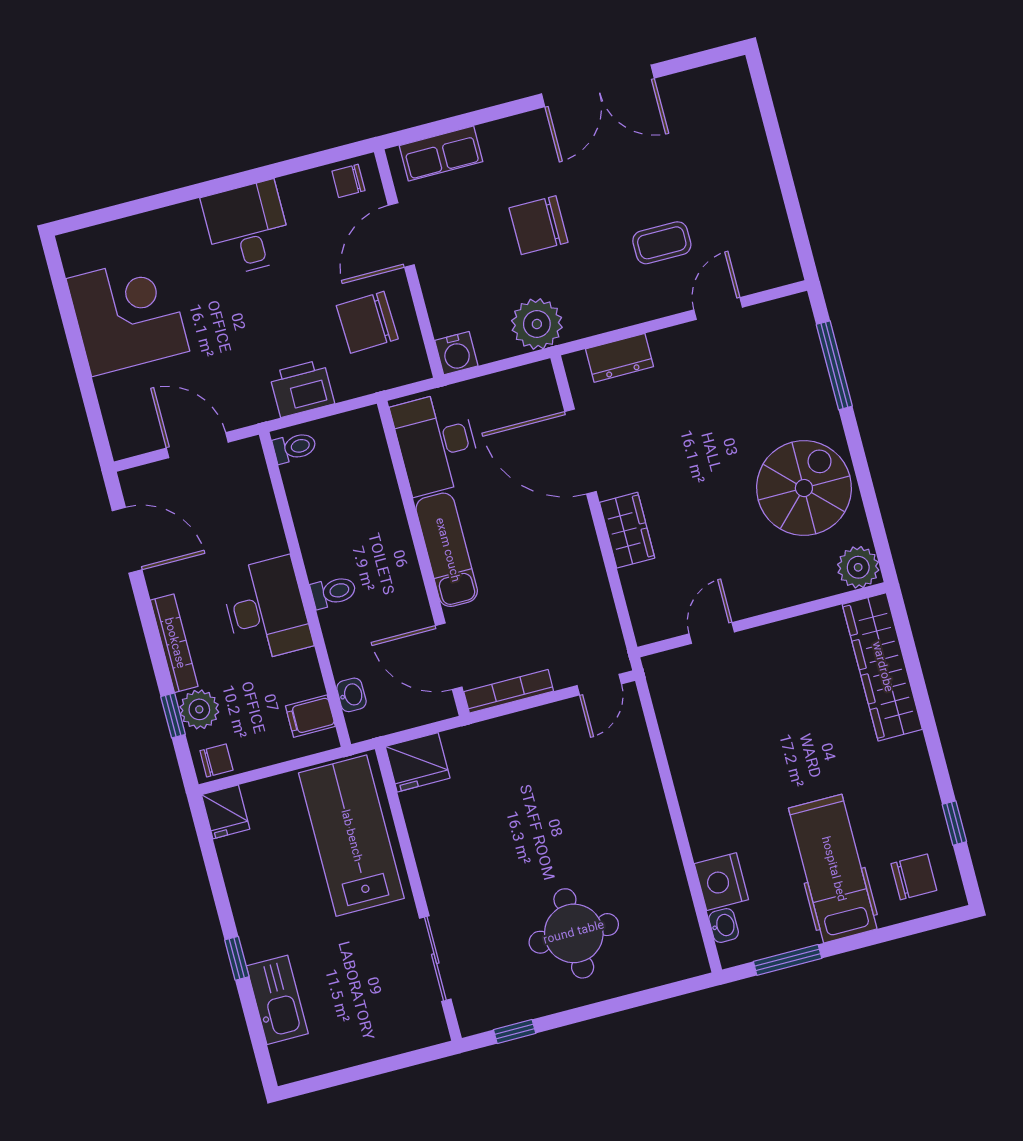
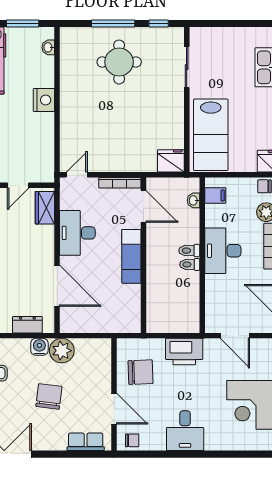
chair: (539, 225) -> (49, 396), turned -83
door: (401, 235) -> (114, 409), hinge flipped
water cooler: (456, 353) -> (39, 347), moved
printer: (302, 388) -> (184, 352), width x1.37, depth x1.19
desk: (436, 443) -> (77, 233), moved, turned 180
toilet: (295, 447) -> (190, 264), moved
wardrobe: (627, 530) -> (45, 208), moved
nightstand: (721, 882) -> (44, 100), moved
window: (606, 1008) -> (113, 24), added

